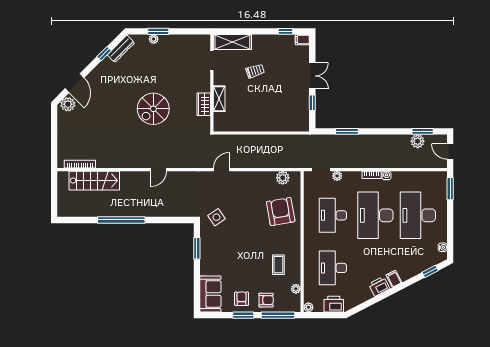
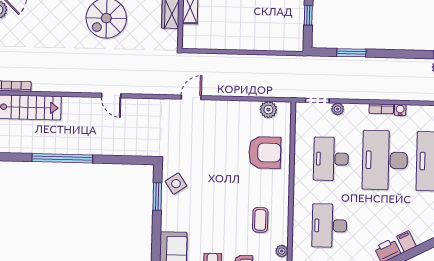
door: (159, 170) -> (111, 95), hinge flipped
armchair: (281, 212) -> (265, 152), turned 100
side table: (216, 217) -> (176, 184), moved

